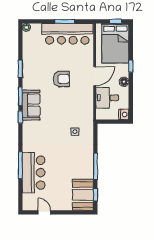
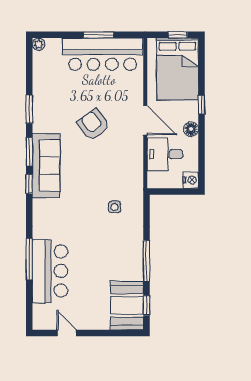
door: (95, 76) -> (145, 120), hinge flipped
armchair: (61, 79) -> (93, 125), turned -127
sofa: (31, 105) -> (46, 165), width x1.36

